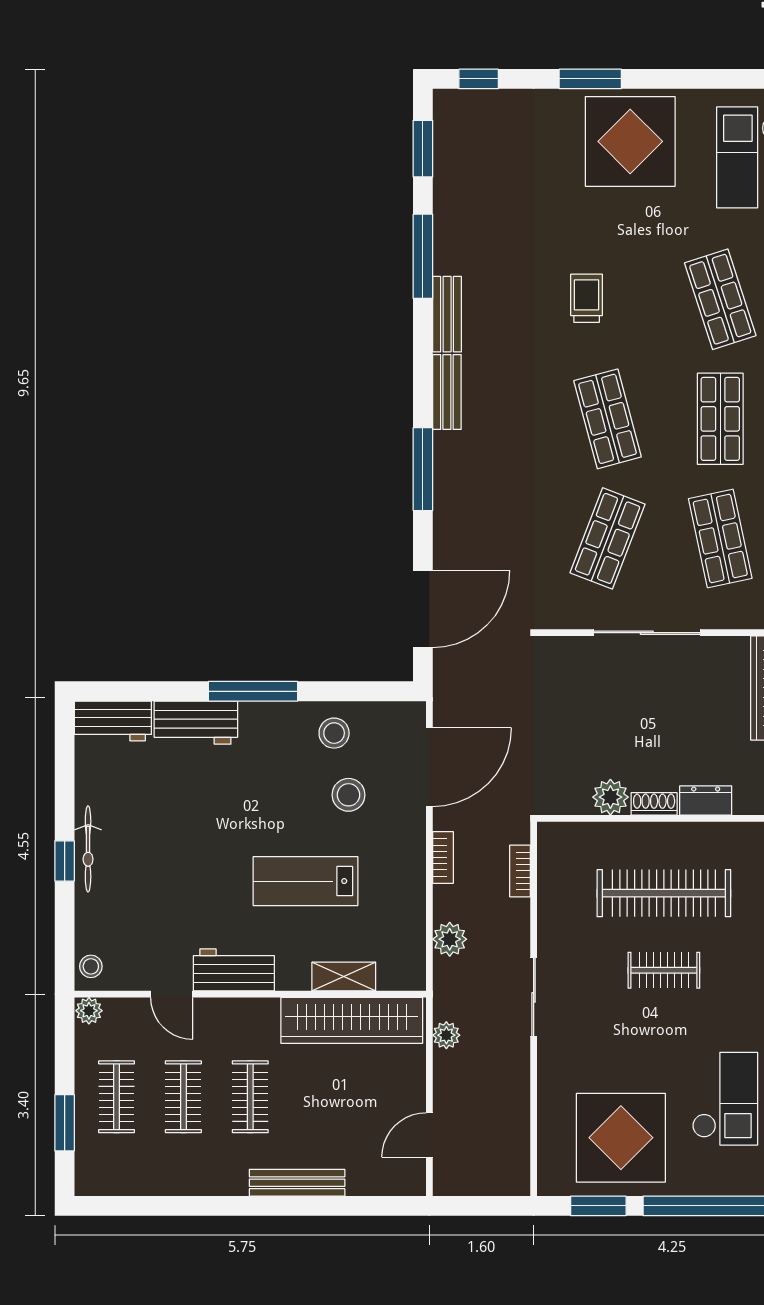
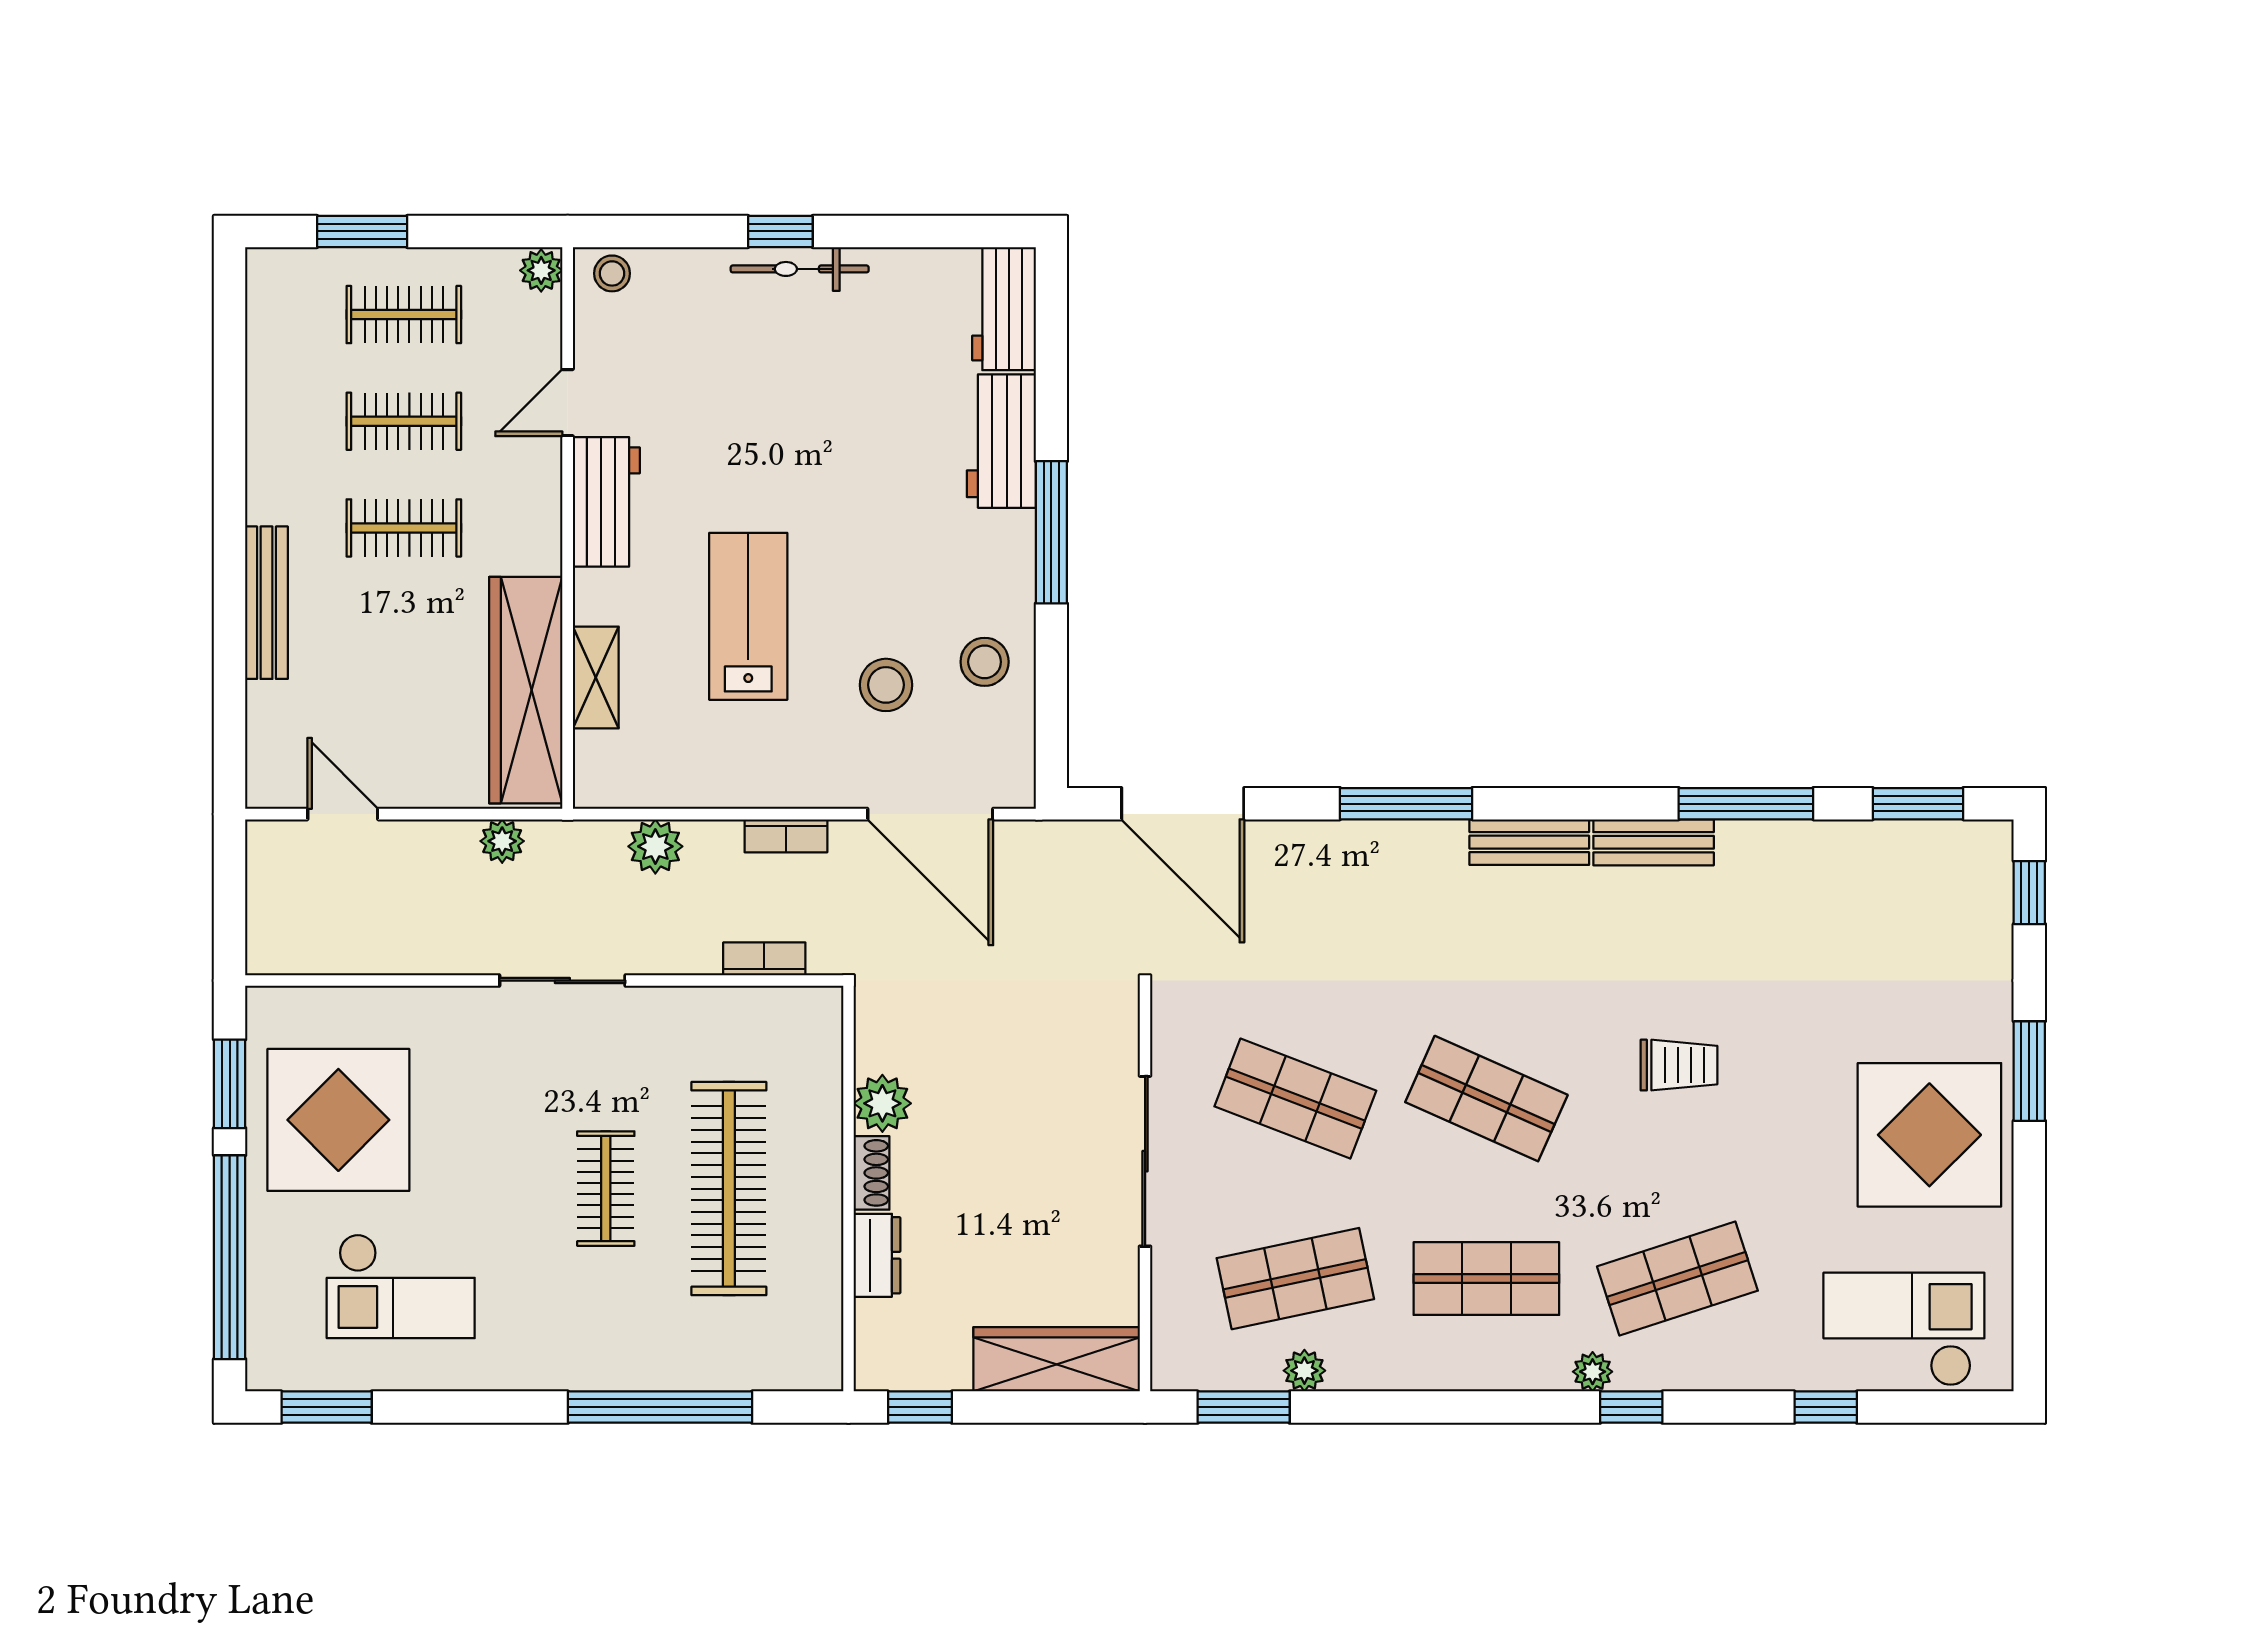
shop shelf: (608, 419) -> (1486, 1099), turned 39

